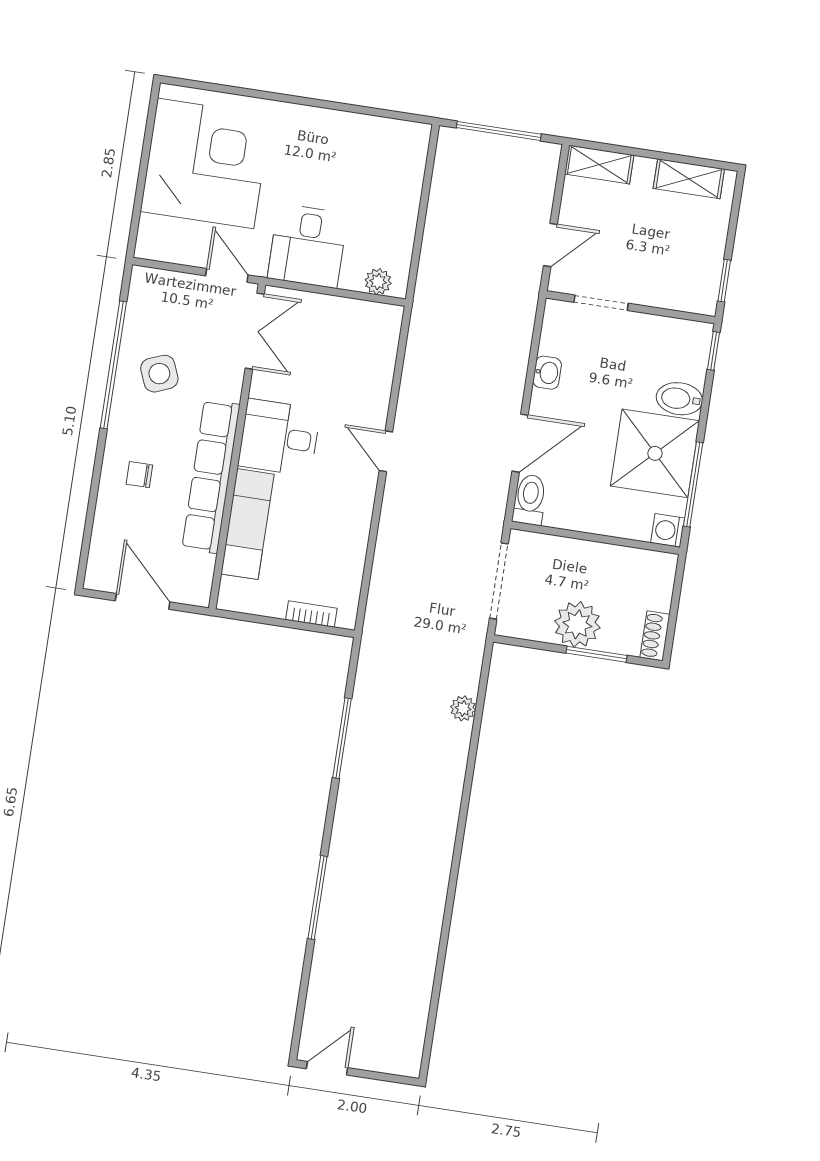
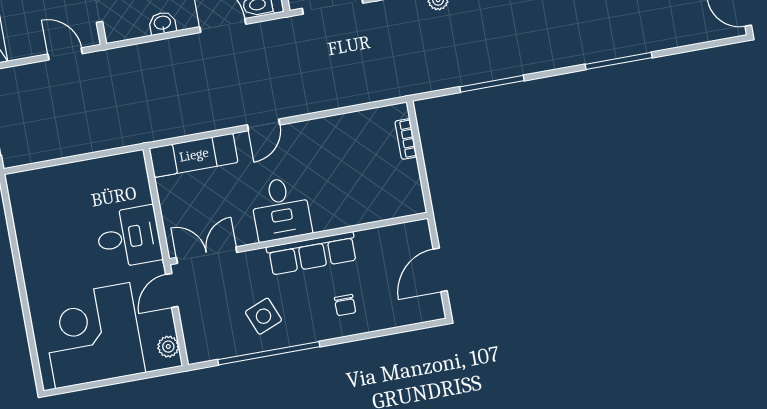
plant: (378, 282) -> (168, 347), moved
row of seats: (211, 476) -> (312, 253), width x0.73
exam couch: (247, 524) -> (194, 155), moved, turned 180

